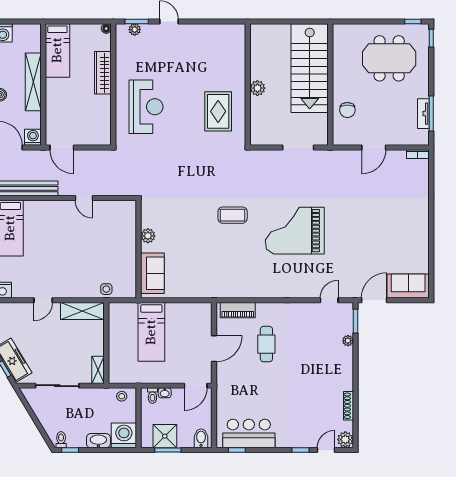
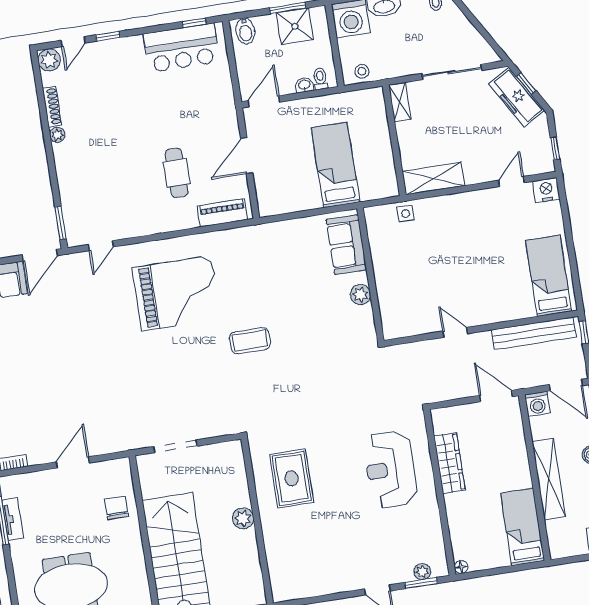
wardrobe: (103, 73) -> (449, 463), moved
grand piano: (295, 231) -> (177, 293), moved
door: (43, 300) -> (512, 181), moved
plant: (348, 341) -> (57, 135), moved

